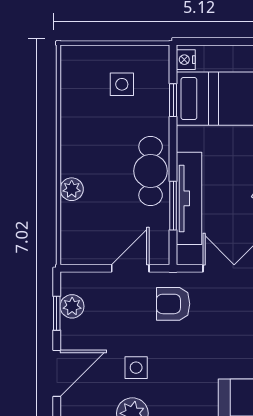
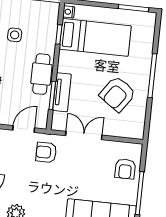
side table: (122, 84) -> (15, 35), moved
tv unit: (189, 198) -> (62, 92), width x0.71
side table: (136, 368) -> (21, 187), removed

